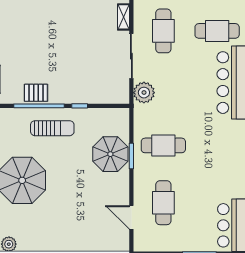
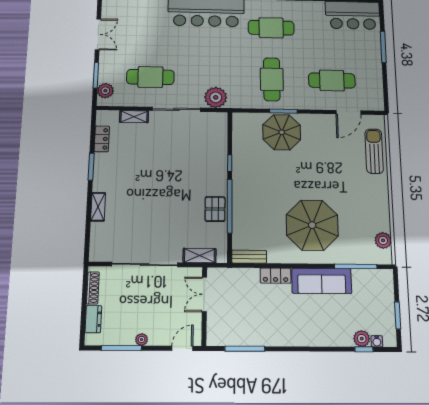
cafe table: (217, 31) -> (271, 28), moved, turned 90
sun lounger: (52, 128) -> (374, 151), moved

